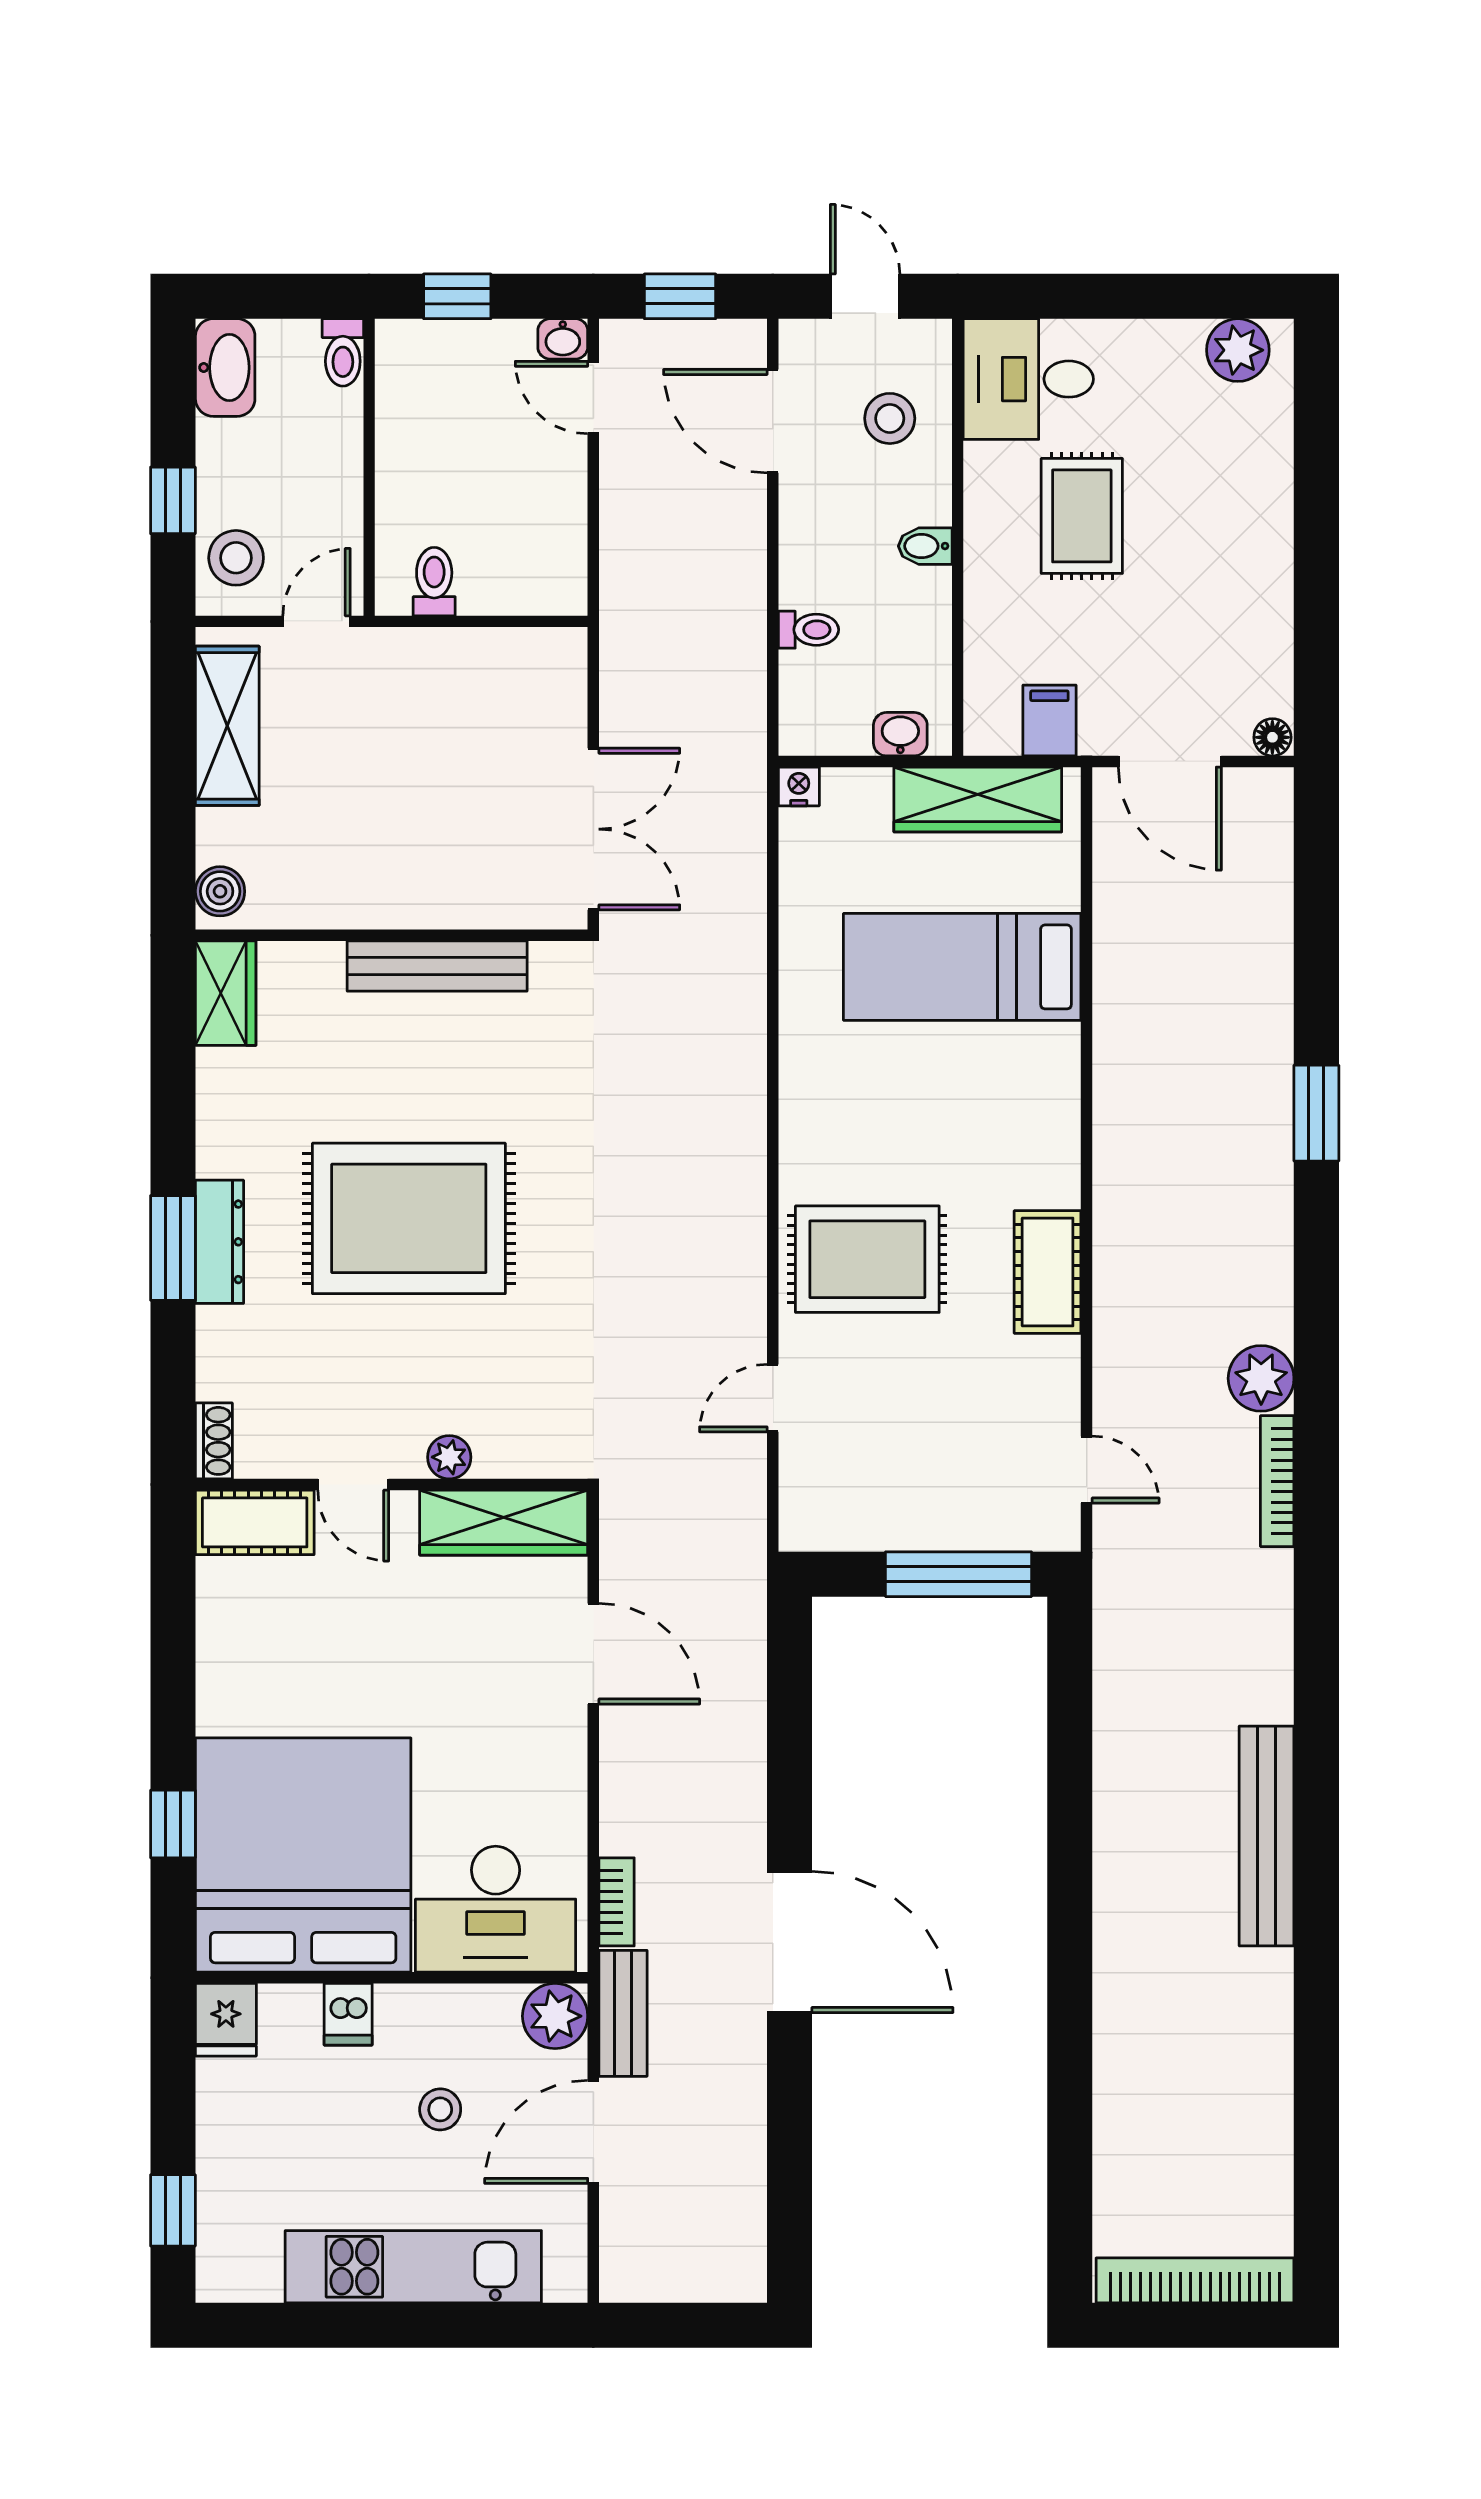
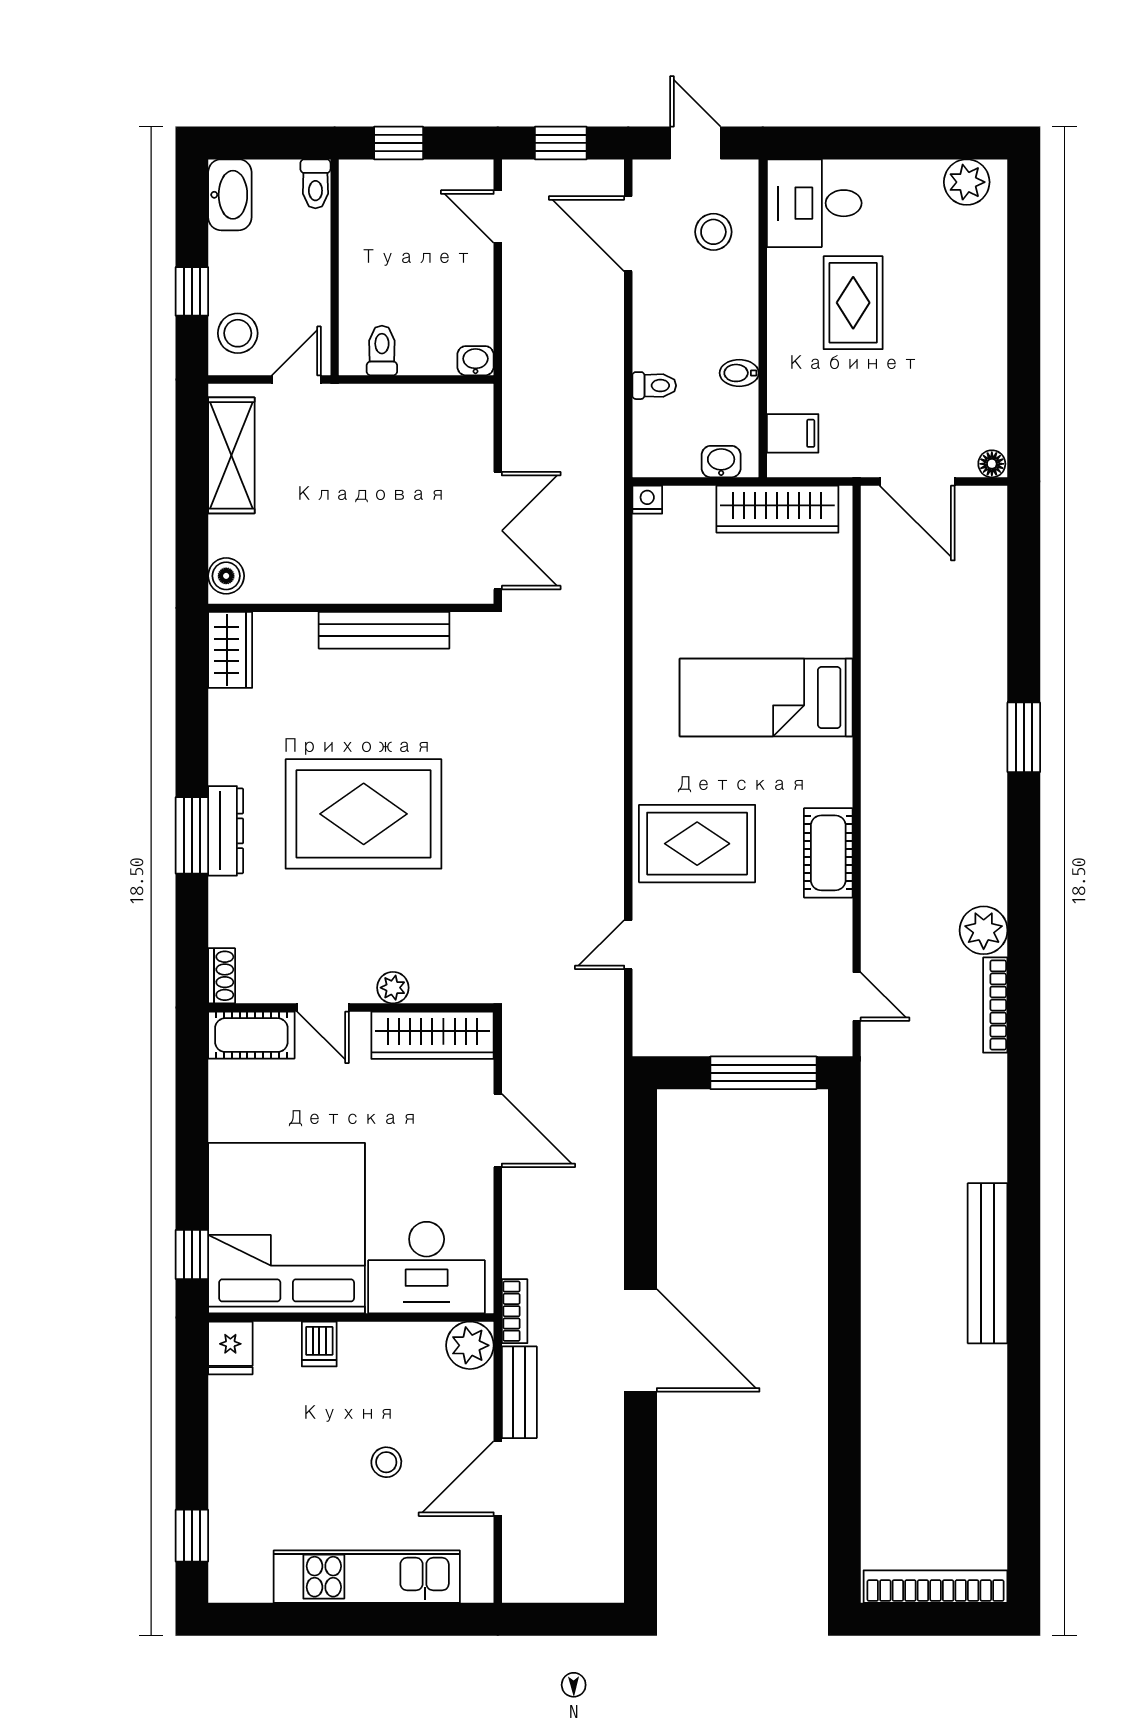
washbasin: (563, 339) -> (475, 361), moved, turned 180
bidet: (925, 546) -> (739, 373), moved
filing cabinet: (1049, 720) -> (793, 433), moved, turned 90
bed: (962, 967) -> (766, 697), moved
bed: (303, 1855) -> (287, 1228), moved
desk: (496, 1909) -> (427, 1268), moved
wall: (392, 1978) -> (351, 1317), moved
dishwasher: (348, 2014) -> (319, 1344), moved
plant: (555, 2016) -> (470, 1345), moved
fridge: (226, 2020) -> (230, 1348), moved

